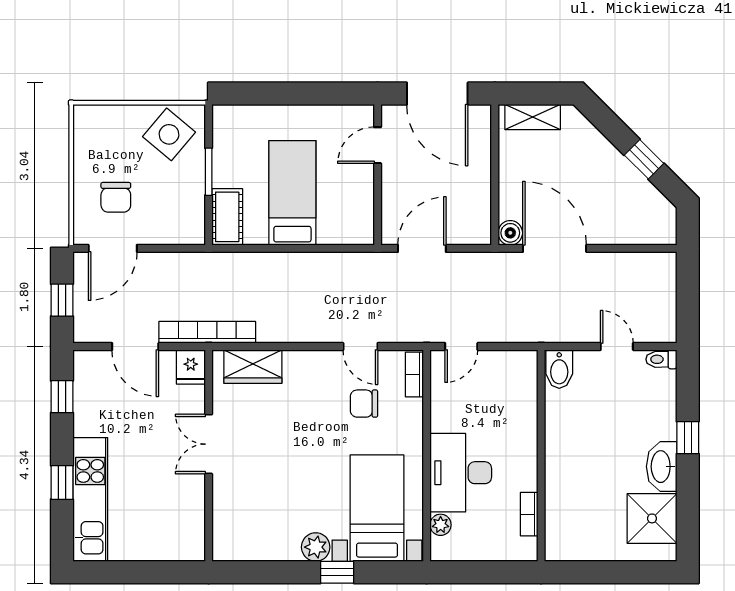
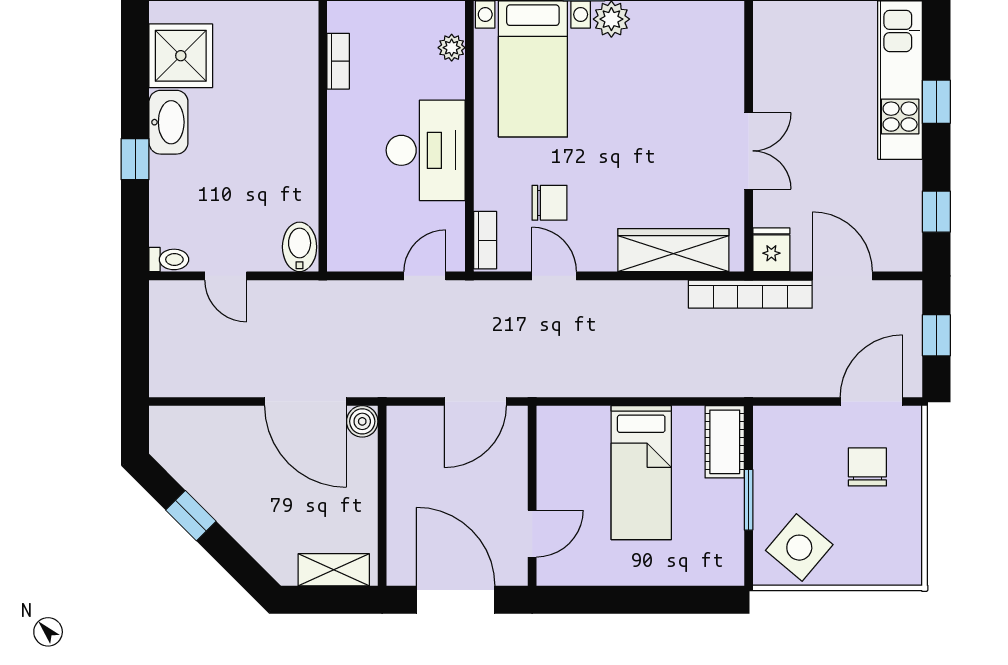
wardrobe: (253, 367) -> (673, 250), width x1.50
desk: (461, 473) -> (426, 150), moved

